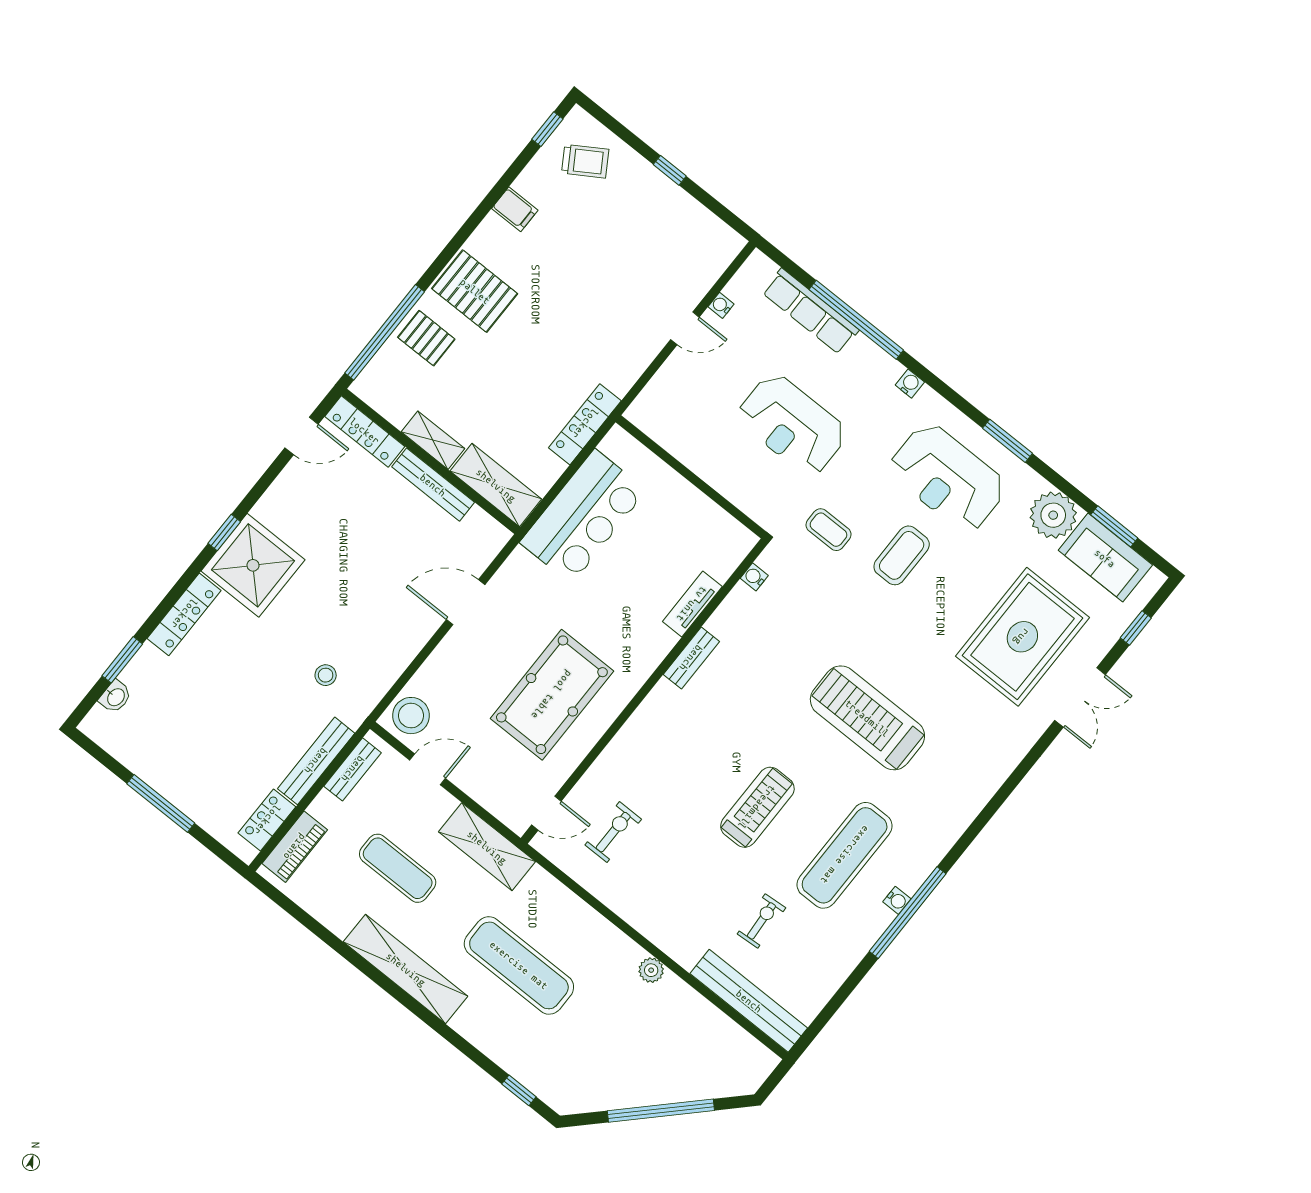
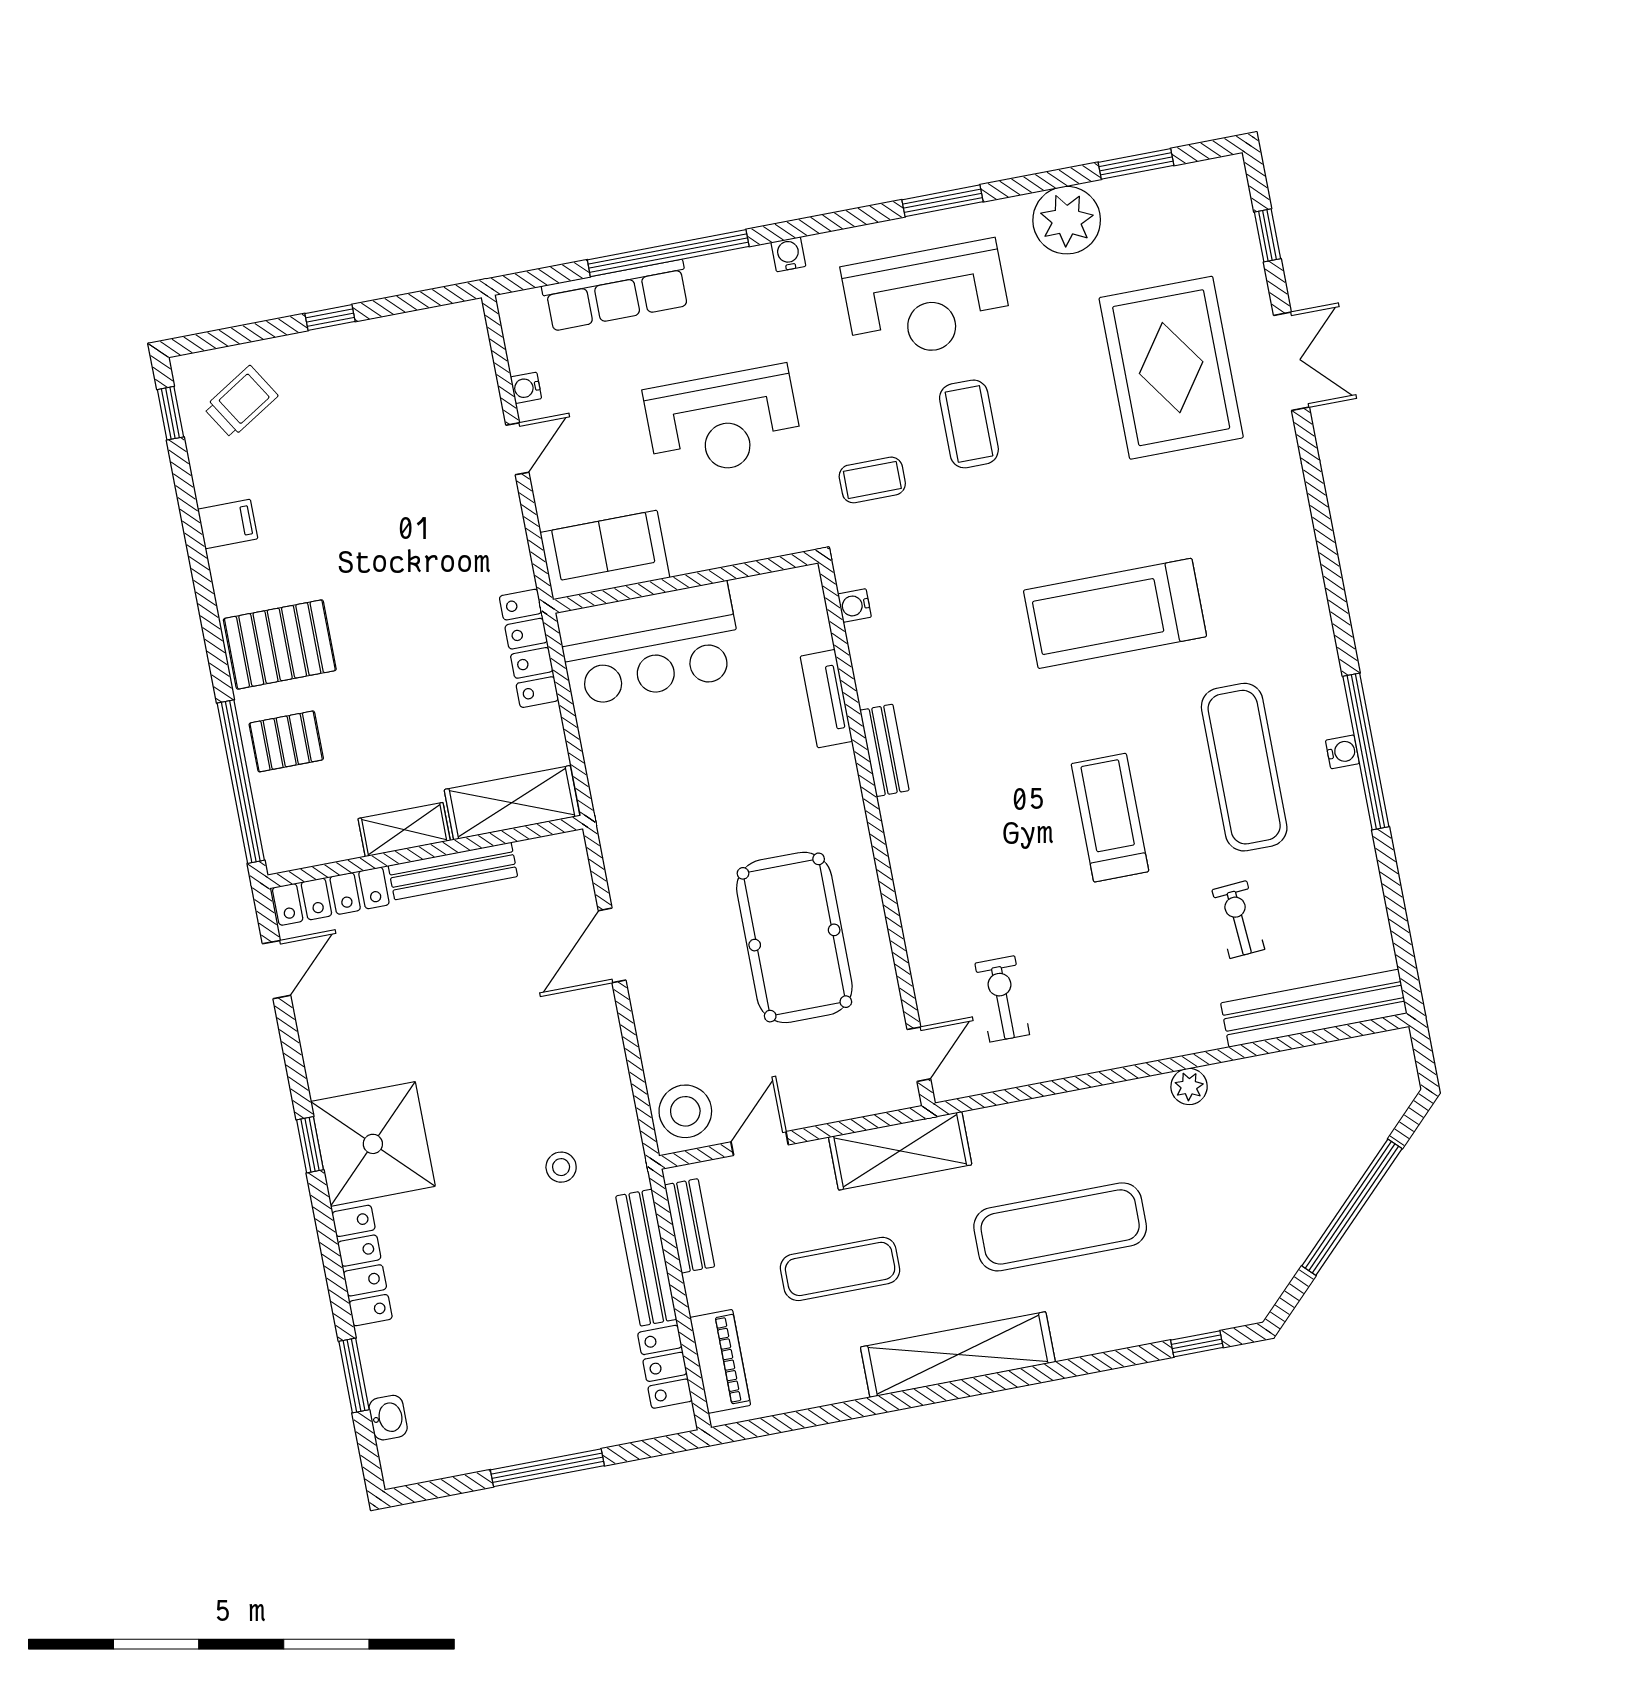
bar counter: (583, 516) -> (650, 644), moved, turned 90
sofa: (1105, 558) -> (605, 555), moved, turned 180

